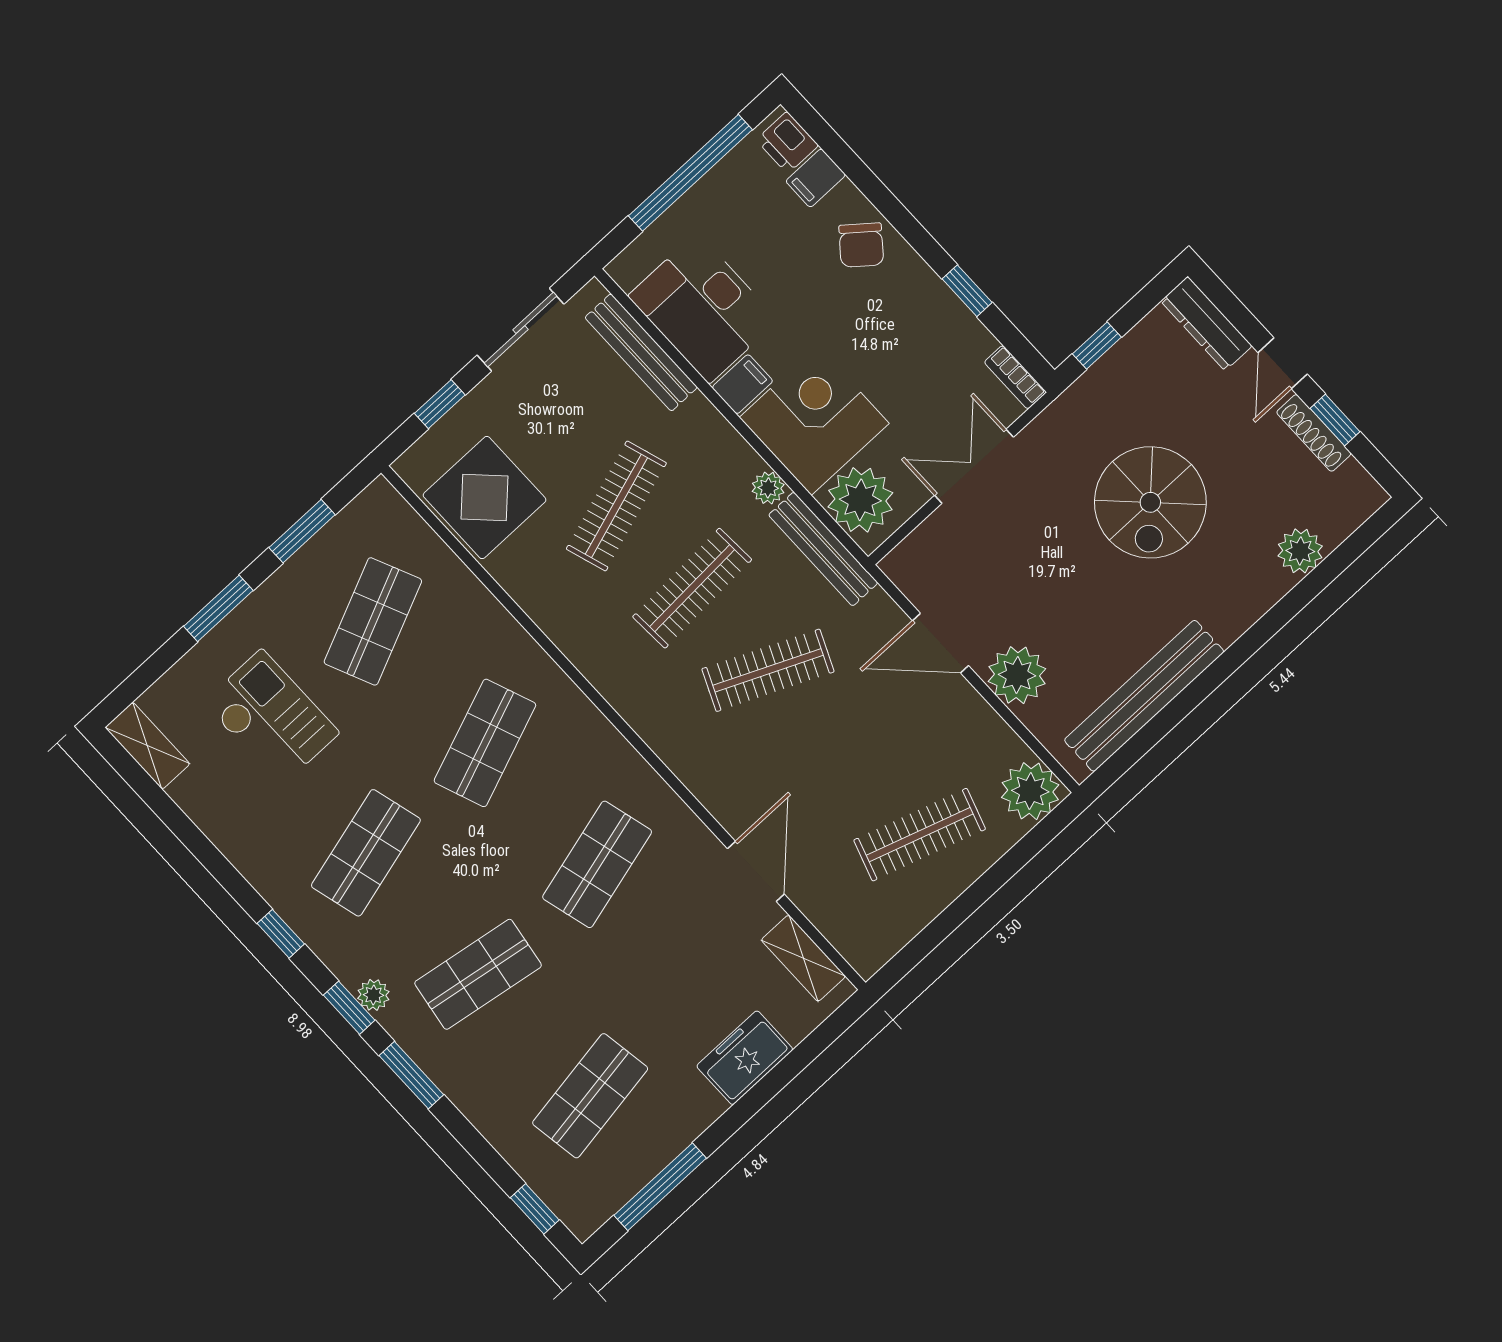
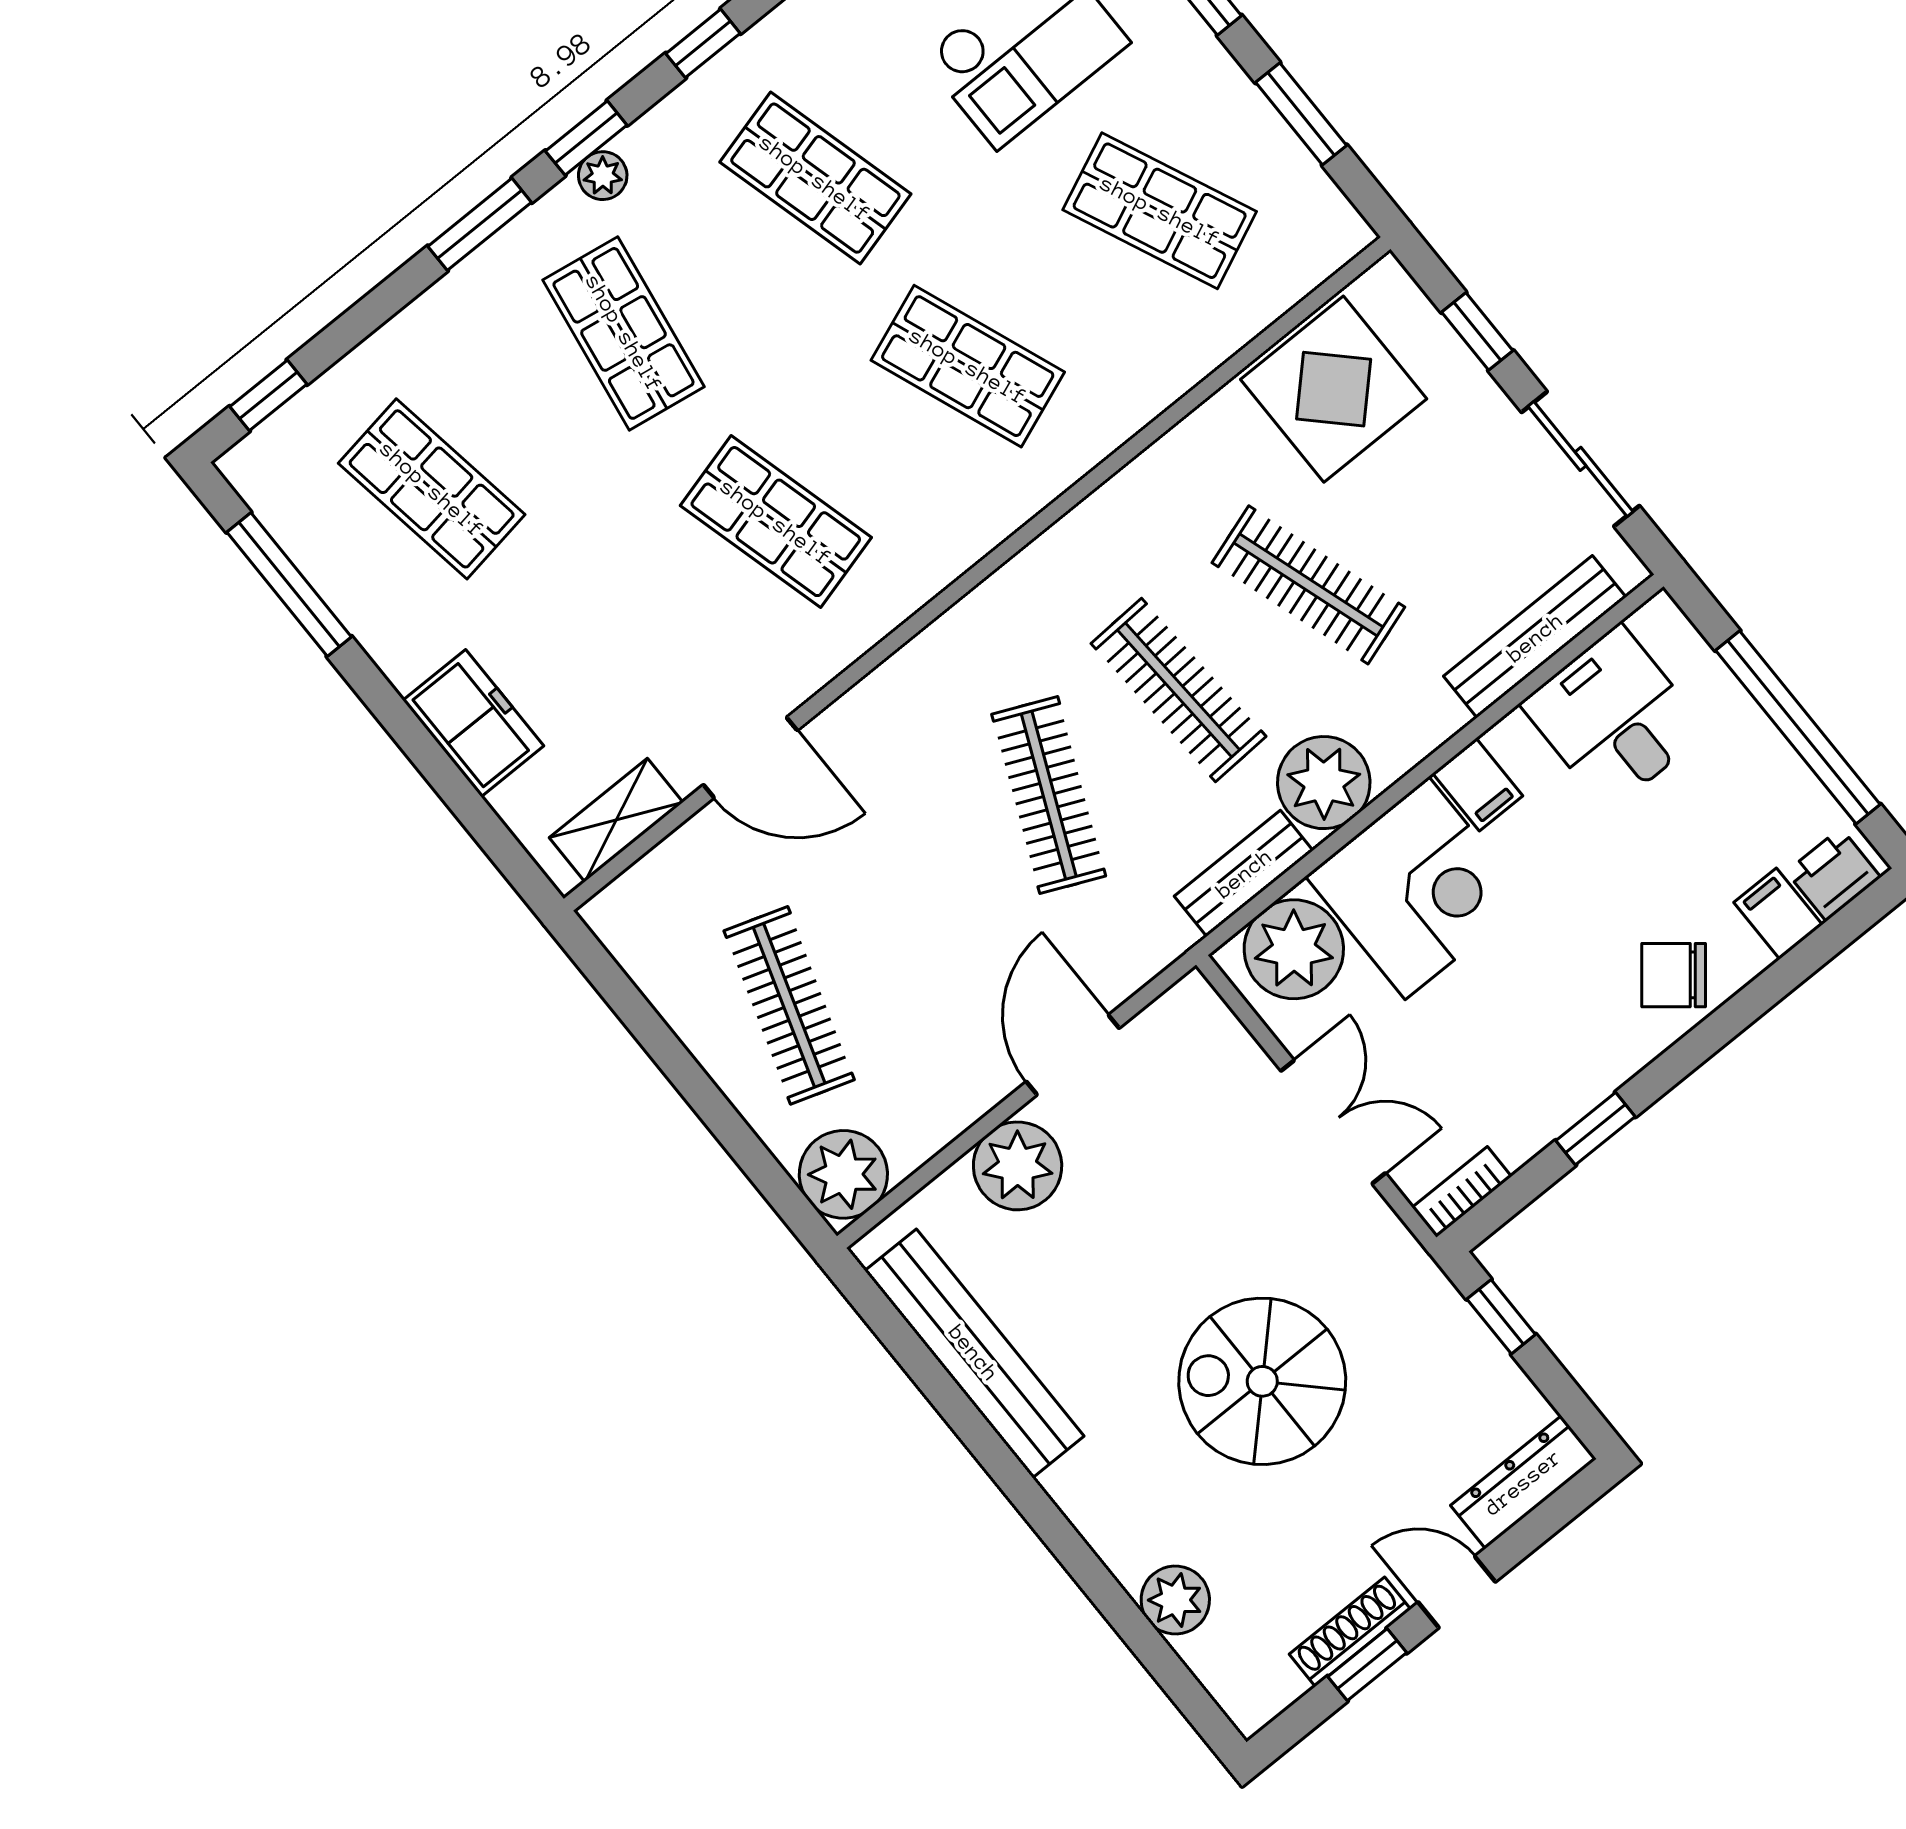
desk: (703, 308) -> (1614, 718), width x0.73
plant: (768, 488) -> (1324, 783), width x1.88, depth x1.88
bench: (823, 549) -> (1244, 873), width x0.73

